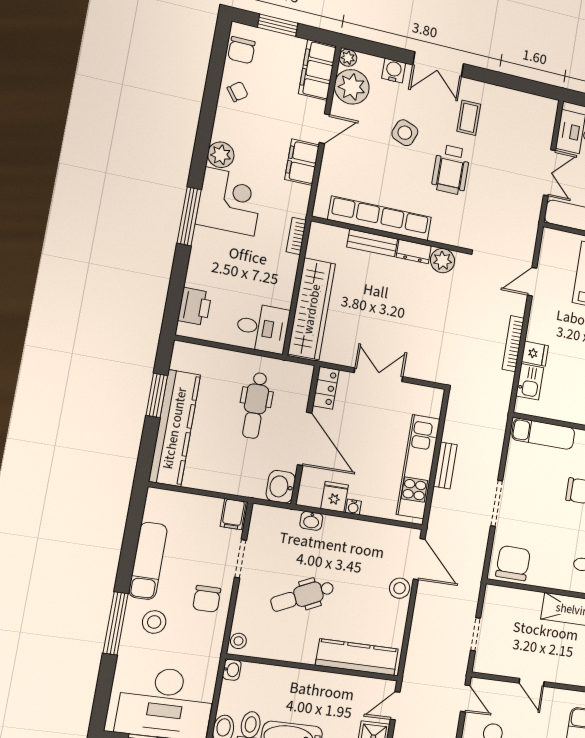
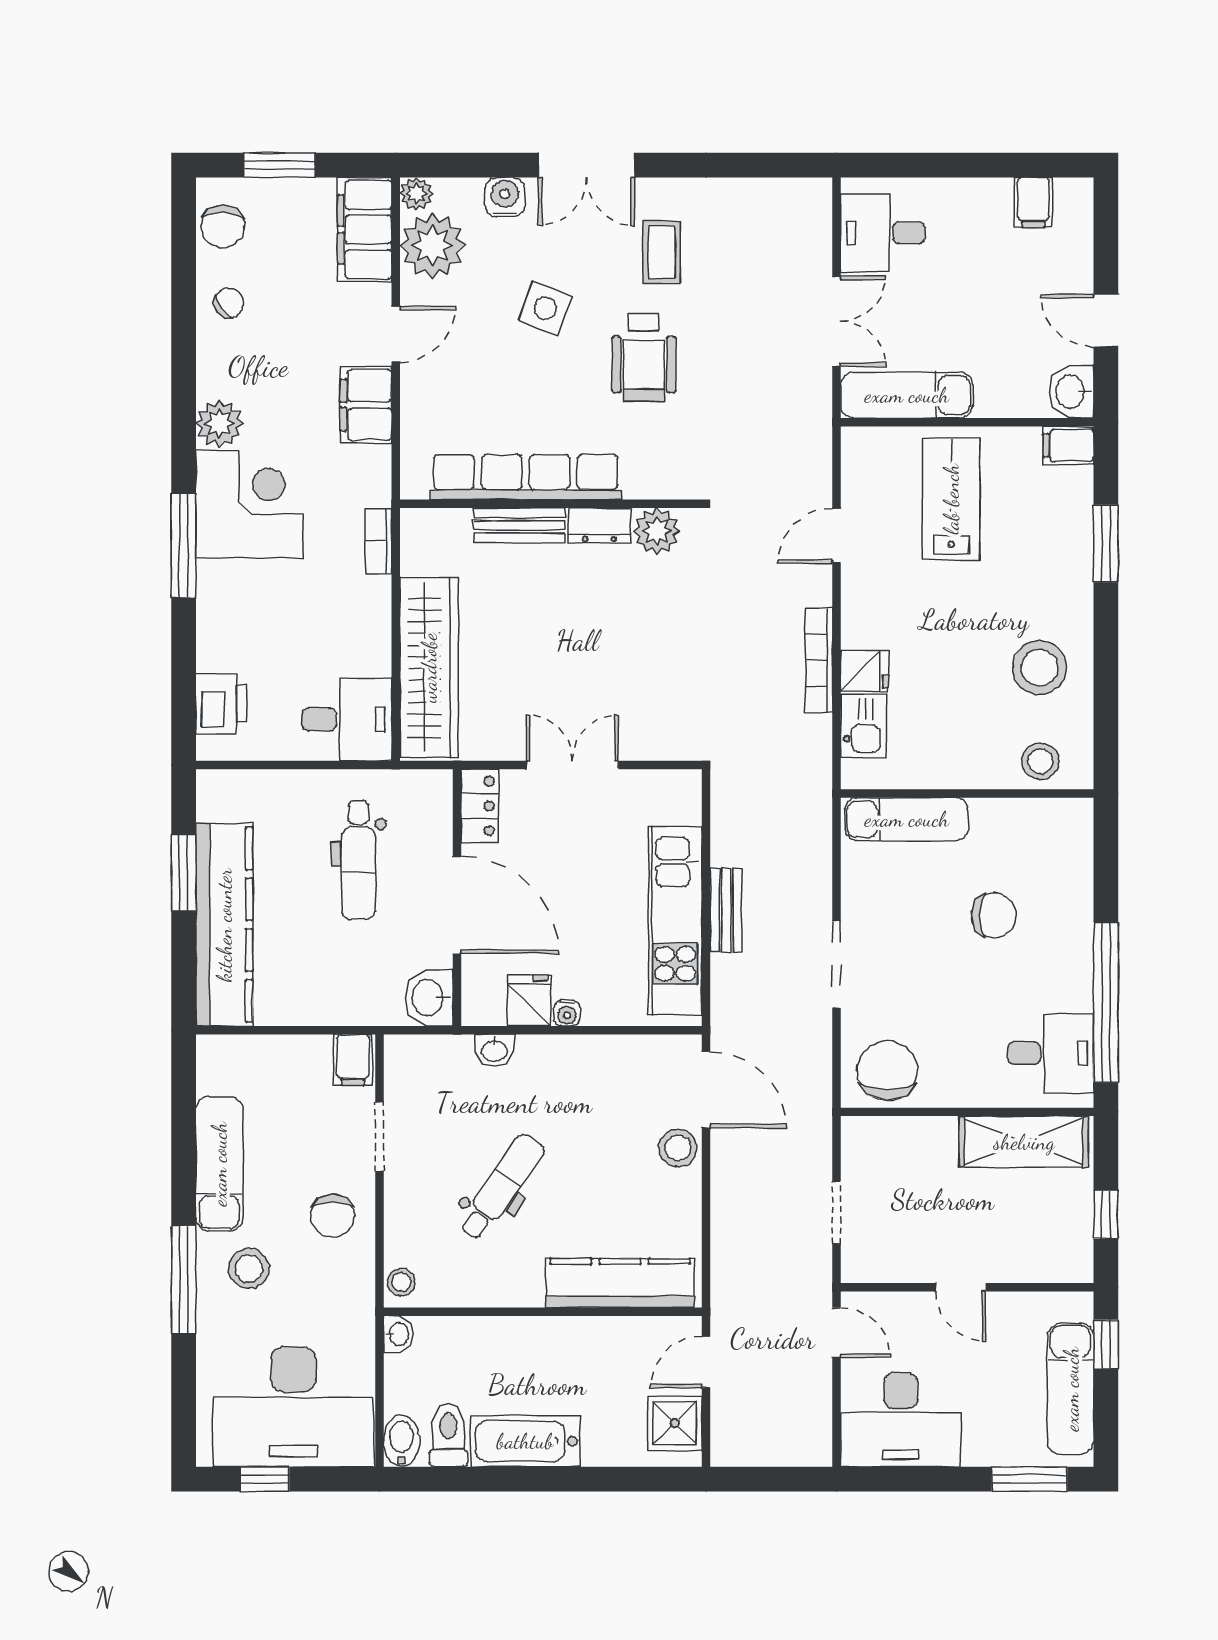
dental chair: (302, 596) -> (502, 1187), turned 150

